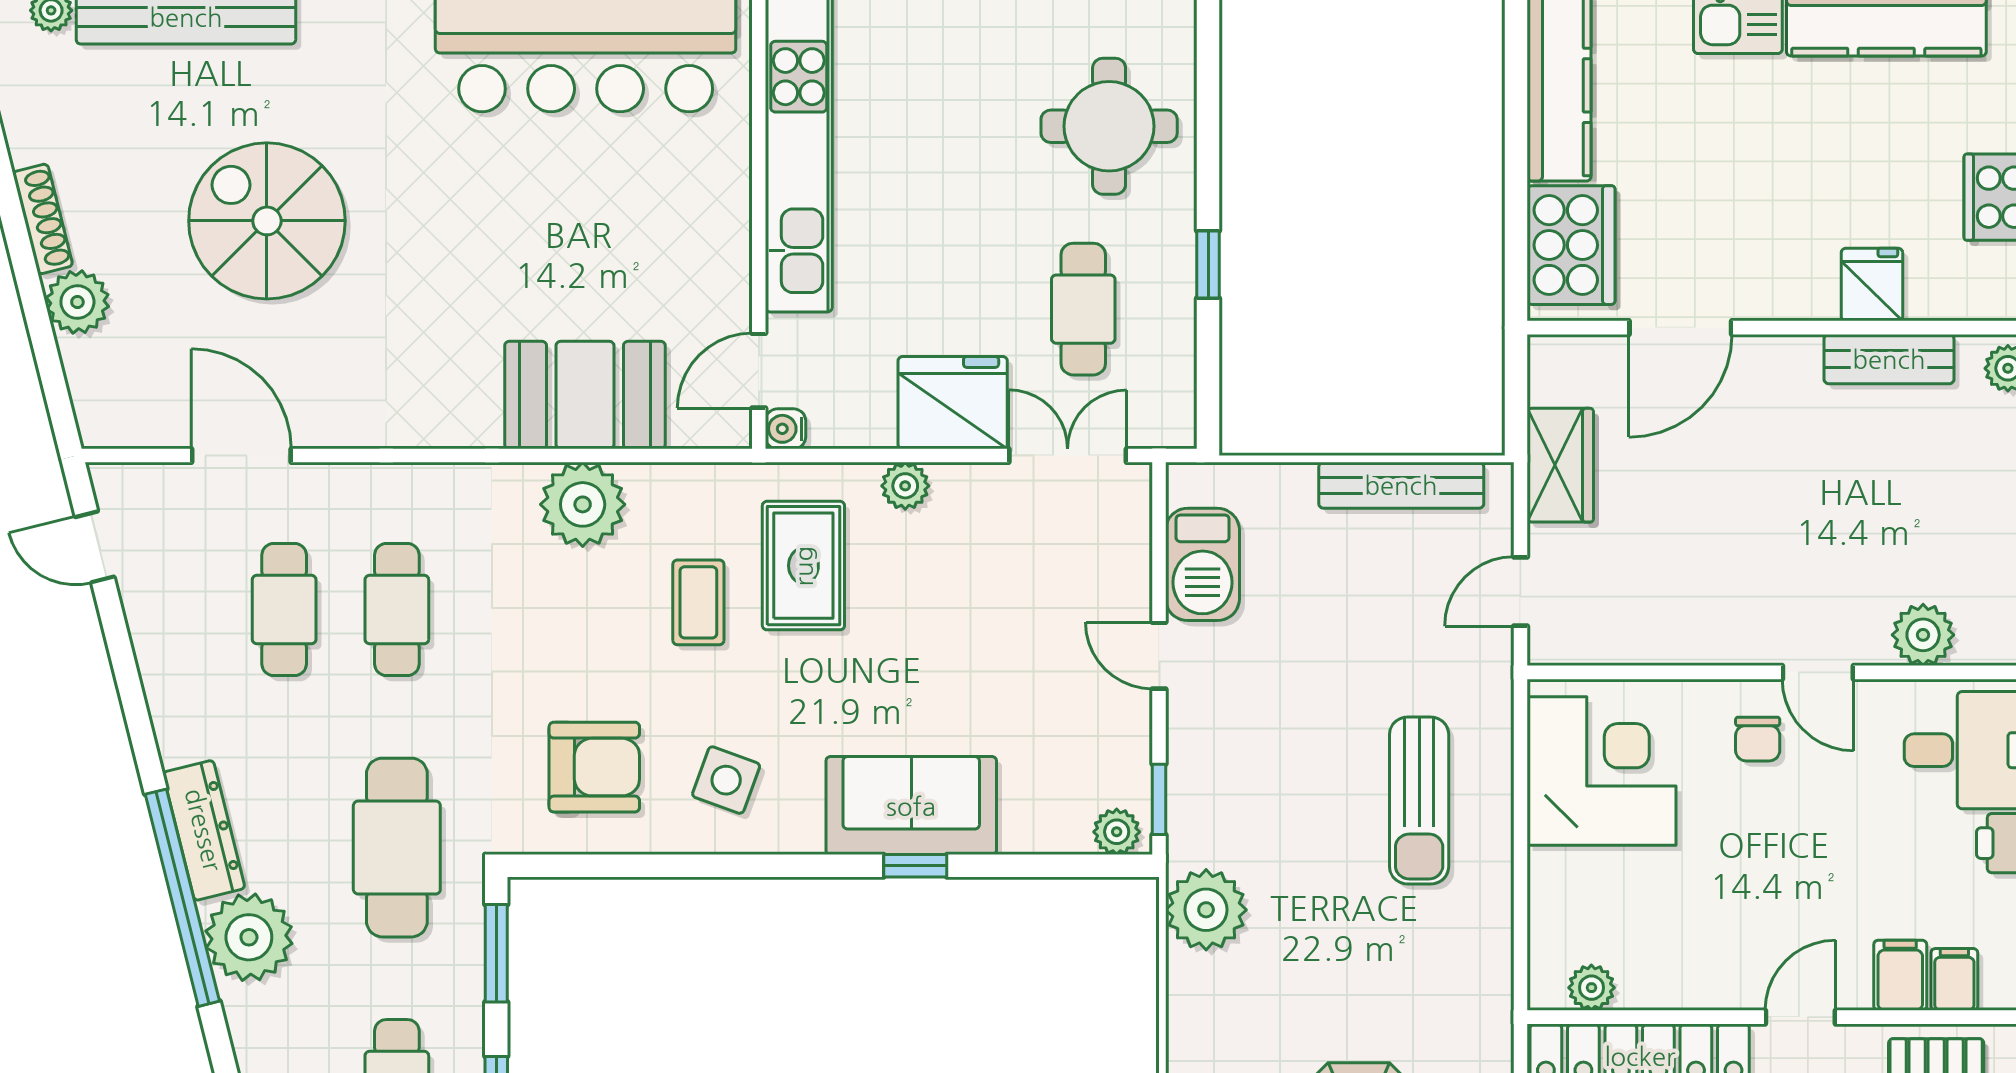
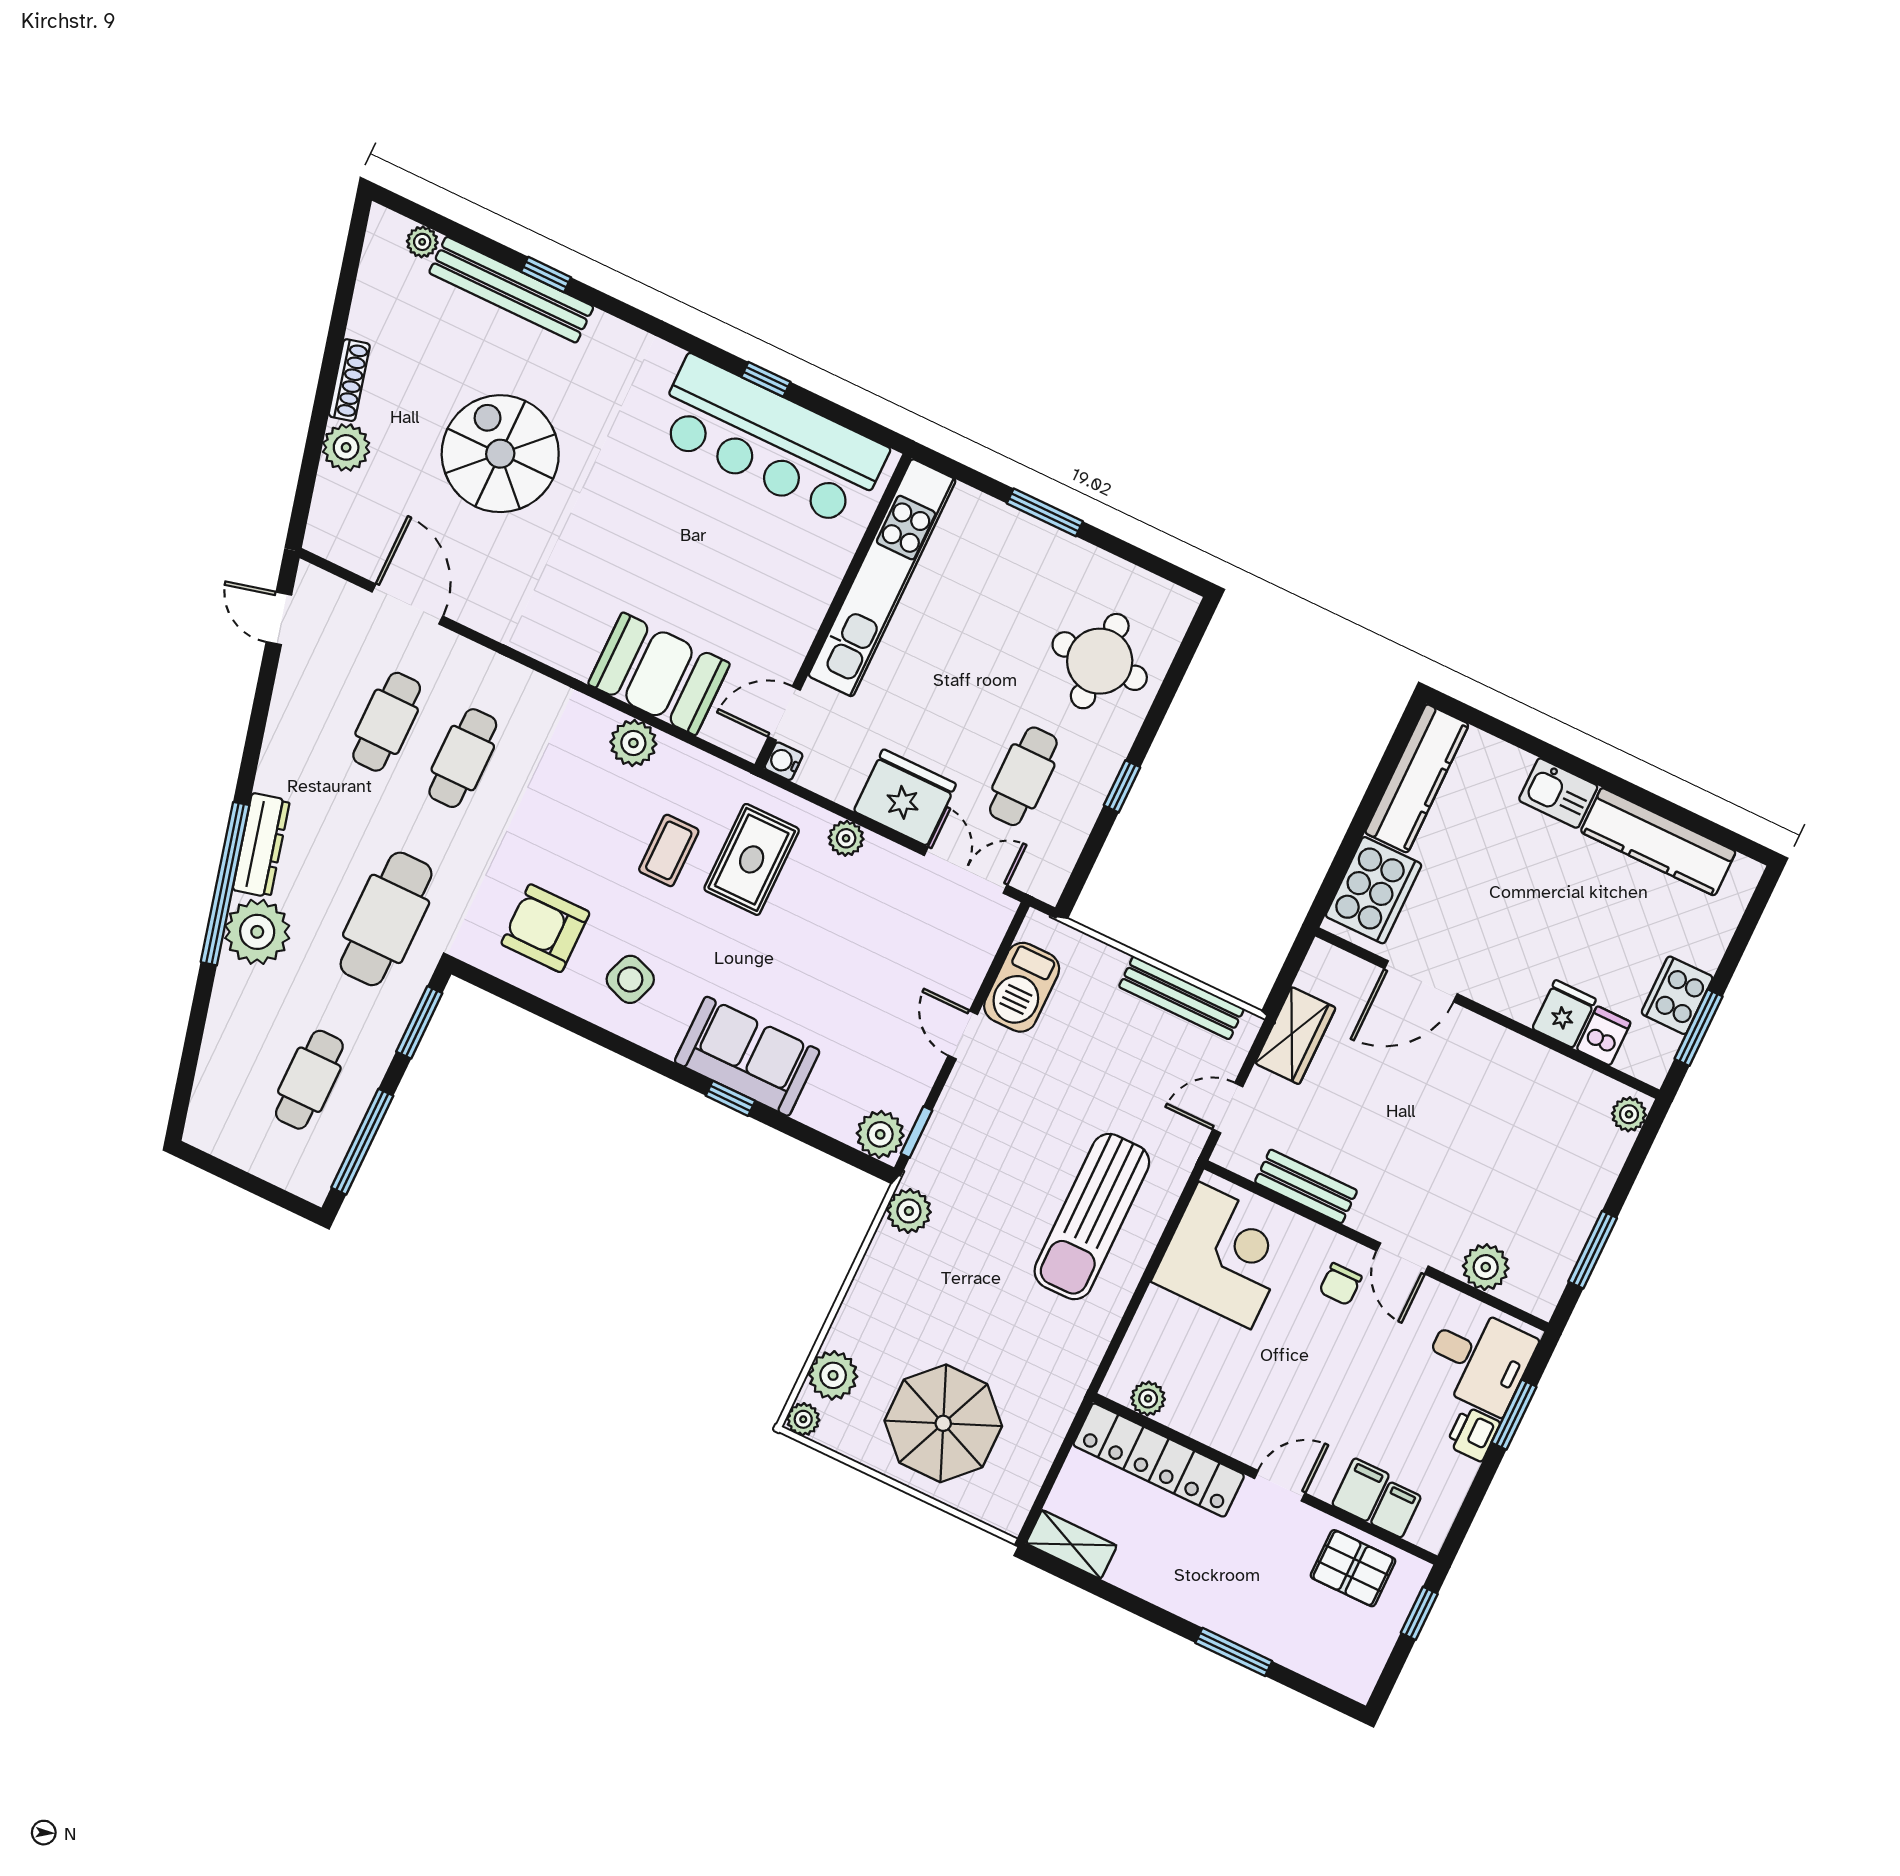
dishwasher: (1932, 288) -> (1604, 1036), added
bench: (1889, 359) -> (1306, 1186), moved
plant: (583, 504) -> (633, 743), width x0.73, depth x0.73
armchair: (594, 767) -> (545, 928), turned 180
sun lounger: (1419, 800) -> (1092, 1217), width x1.36, depth x1.34
plant: (1117, 832) -> (880, 1134), width x1.38, depth x1.38
plant: (1206, 910) -> (909, 1211), width x0.73, depth x0.73

